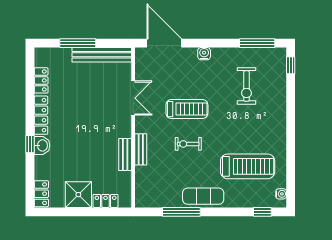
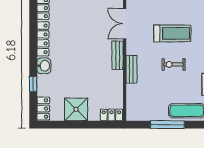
double door: (133, 98) -> (125, 24), swing flipped
window: (30, 144) -> (33, 84), moved
bench: (125, 155) -> (118, 55), moved
locker: (106, 201) -> (111, 115), moved

